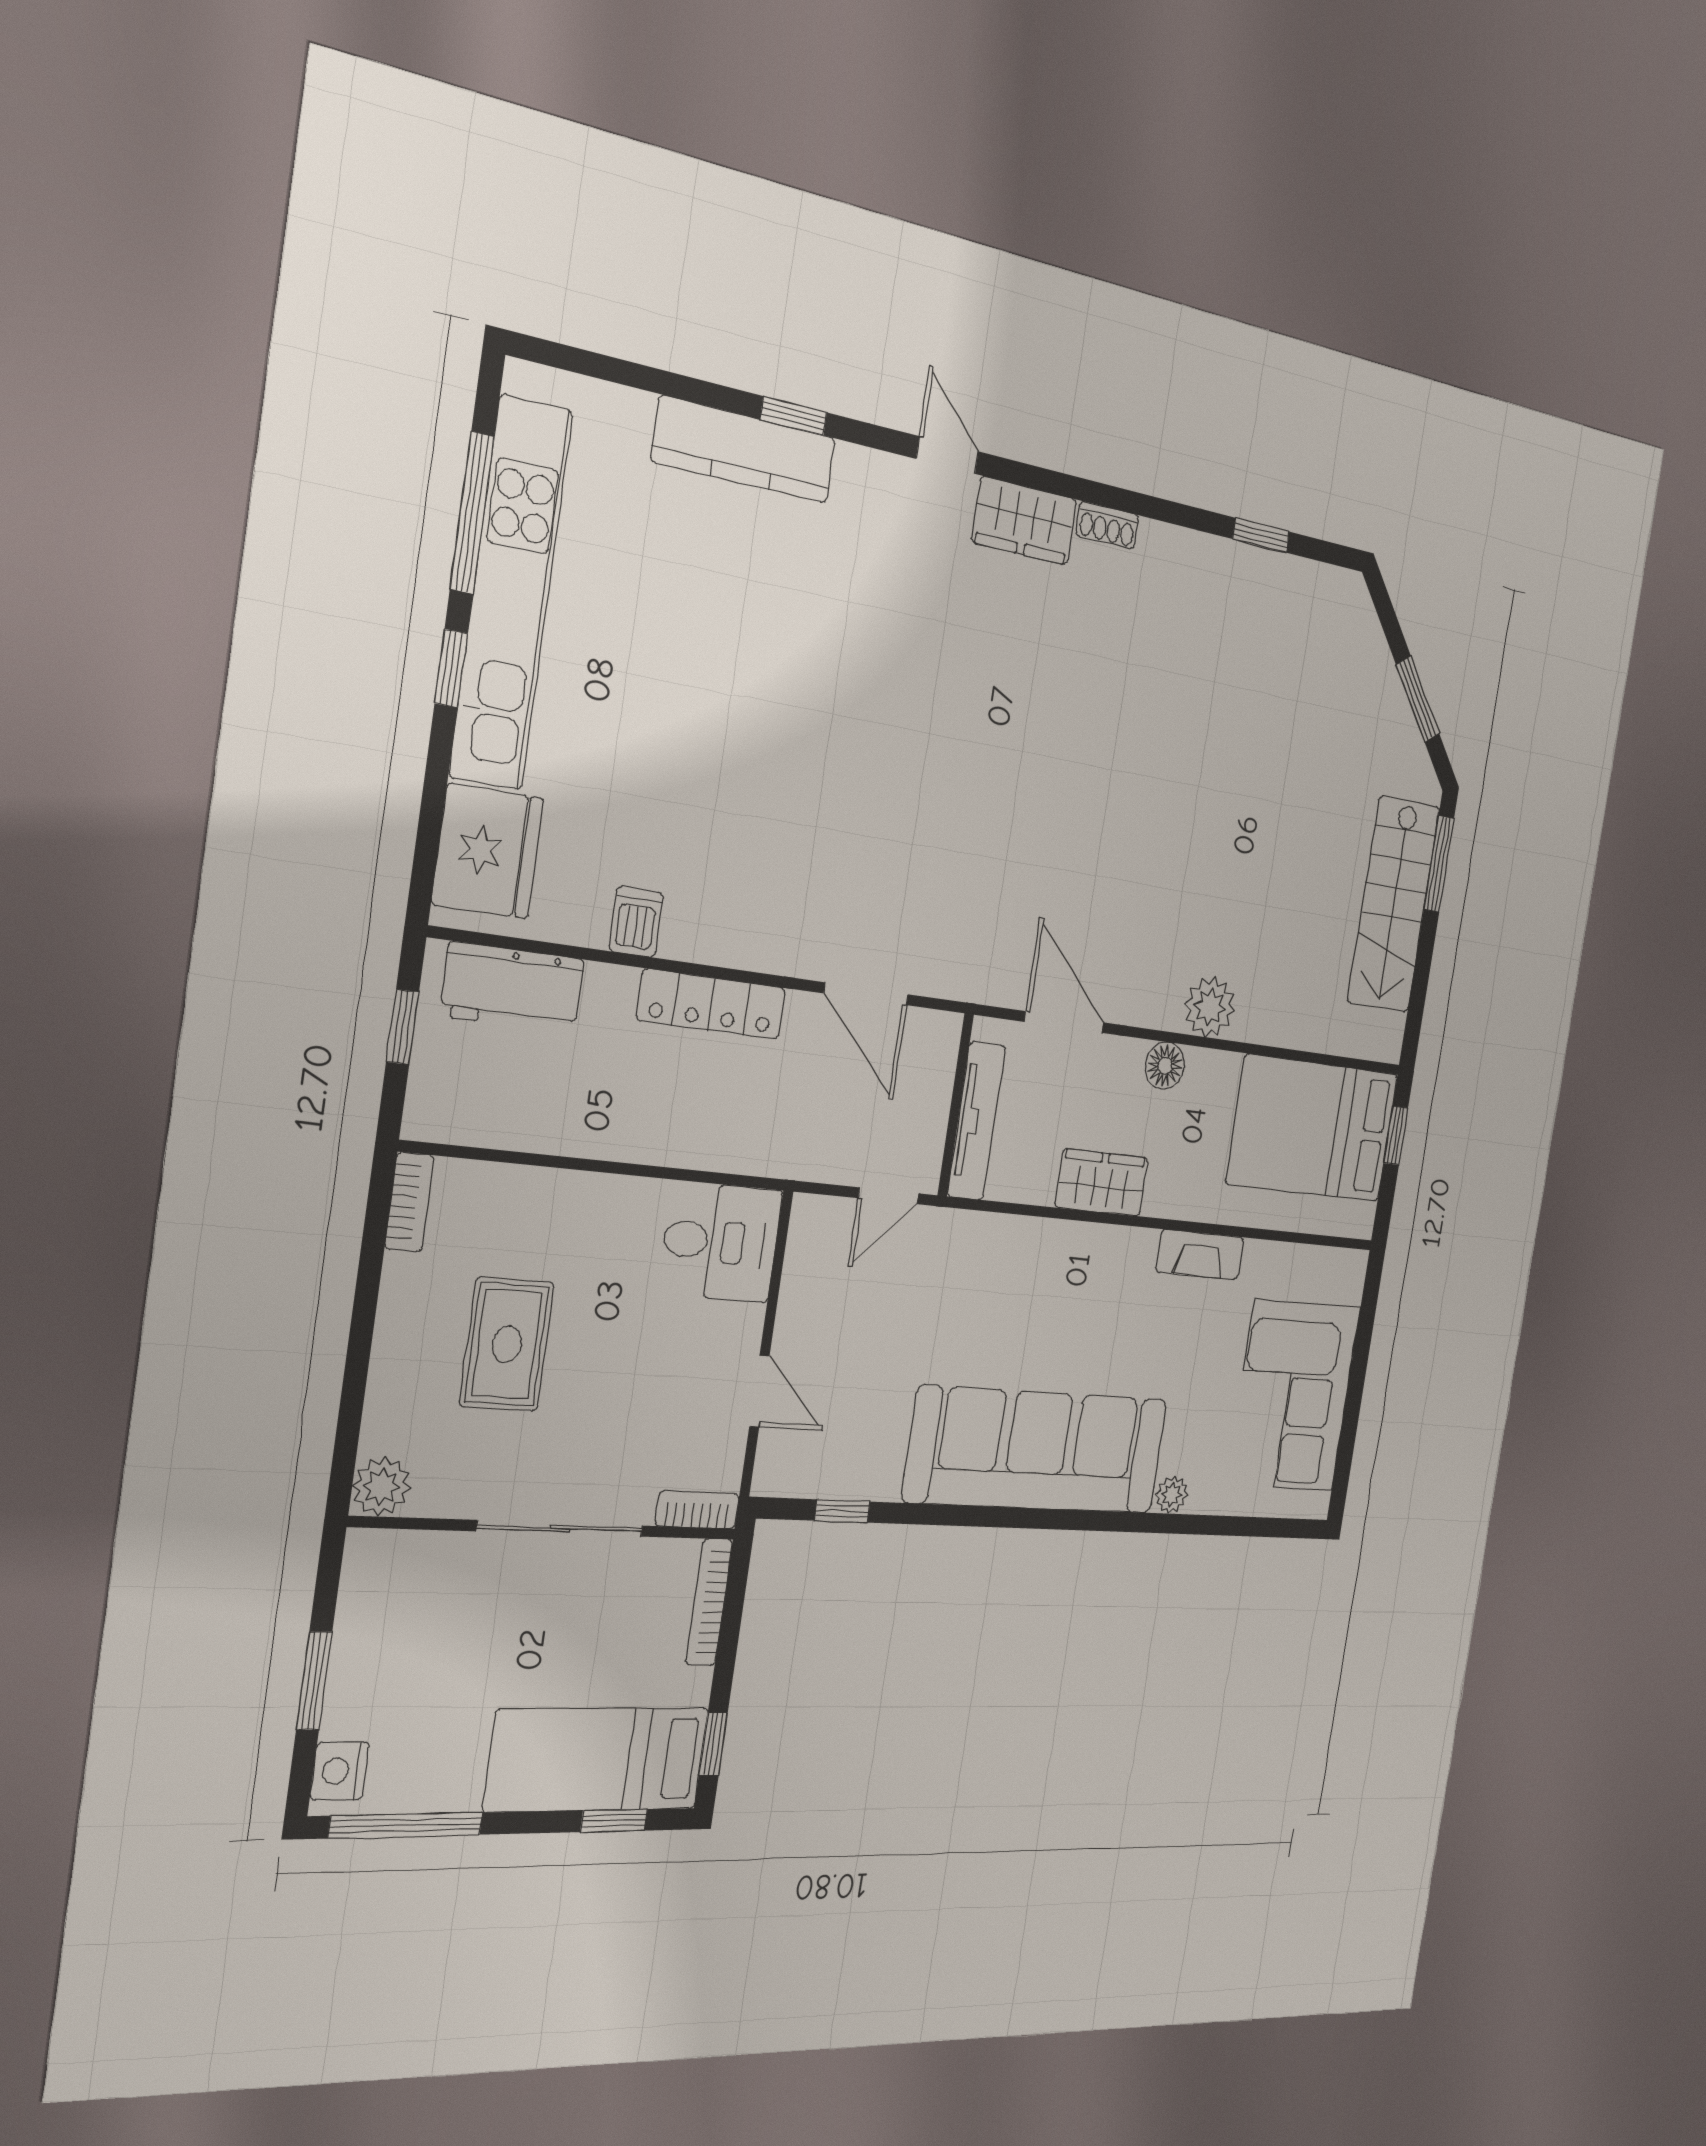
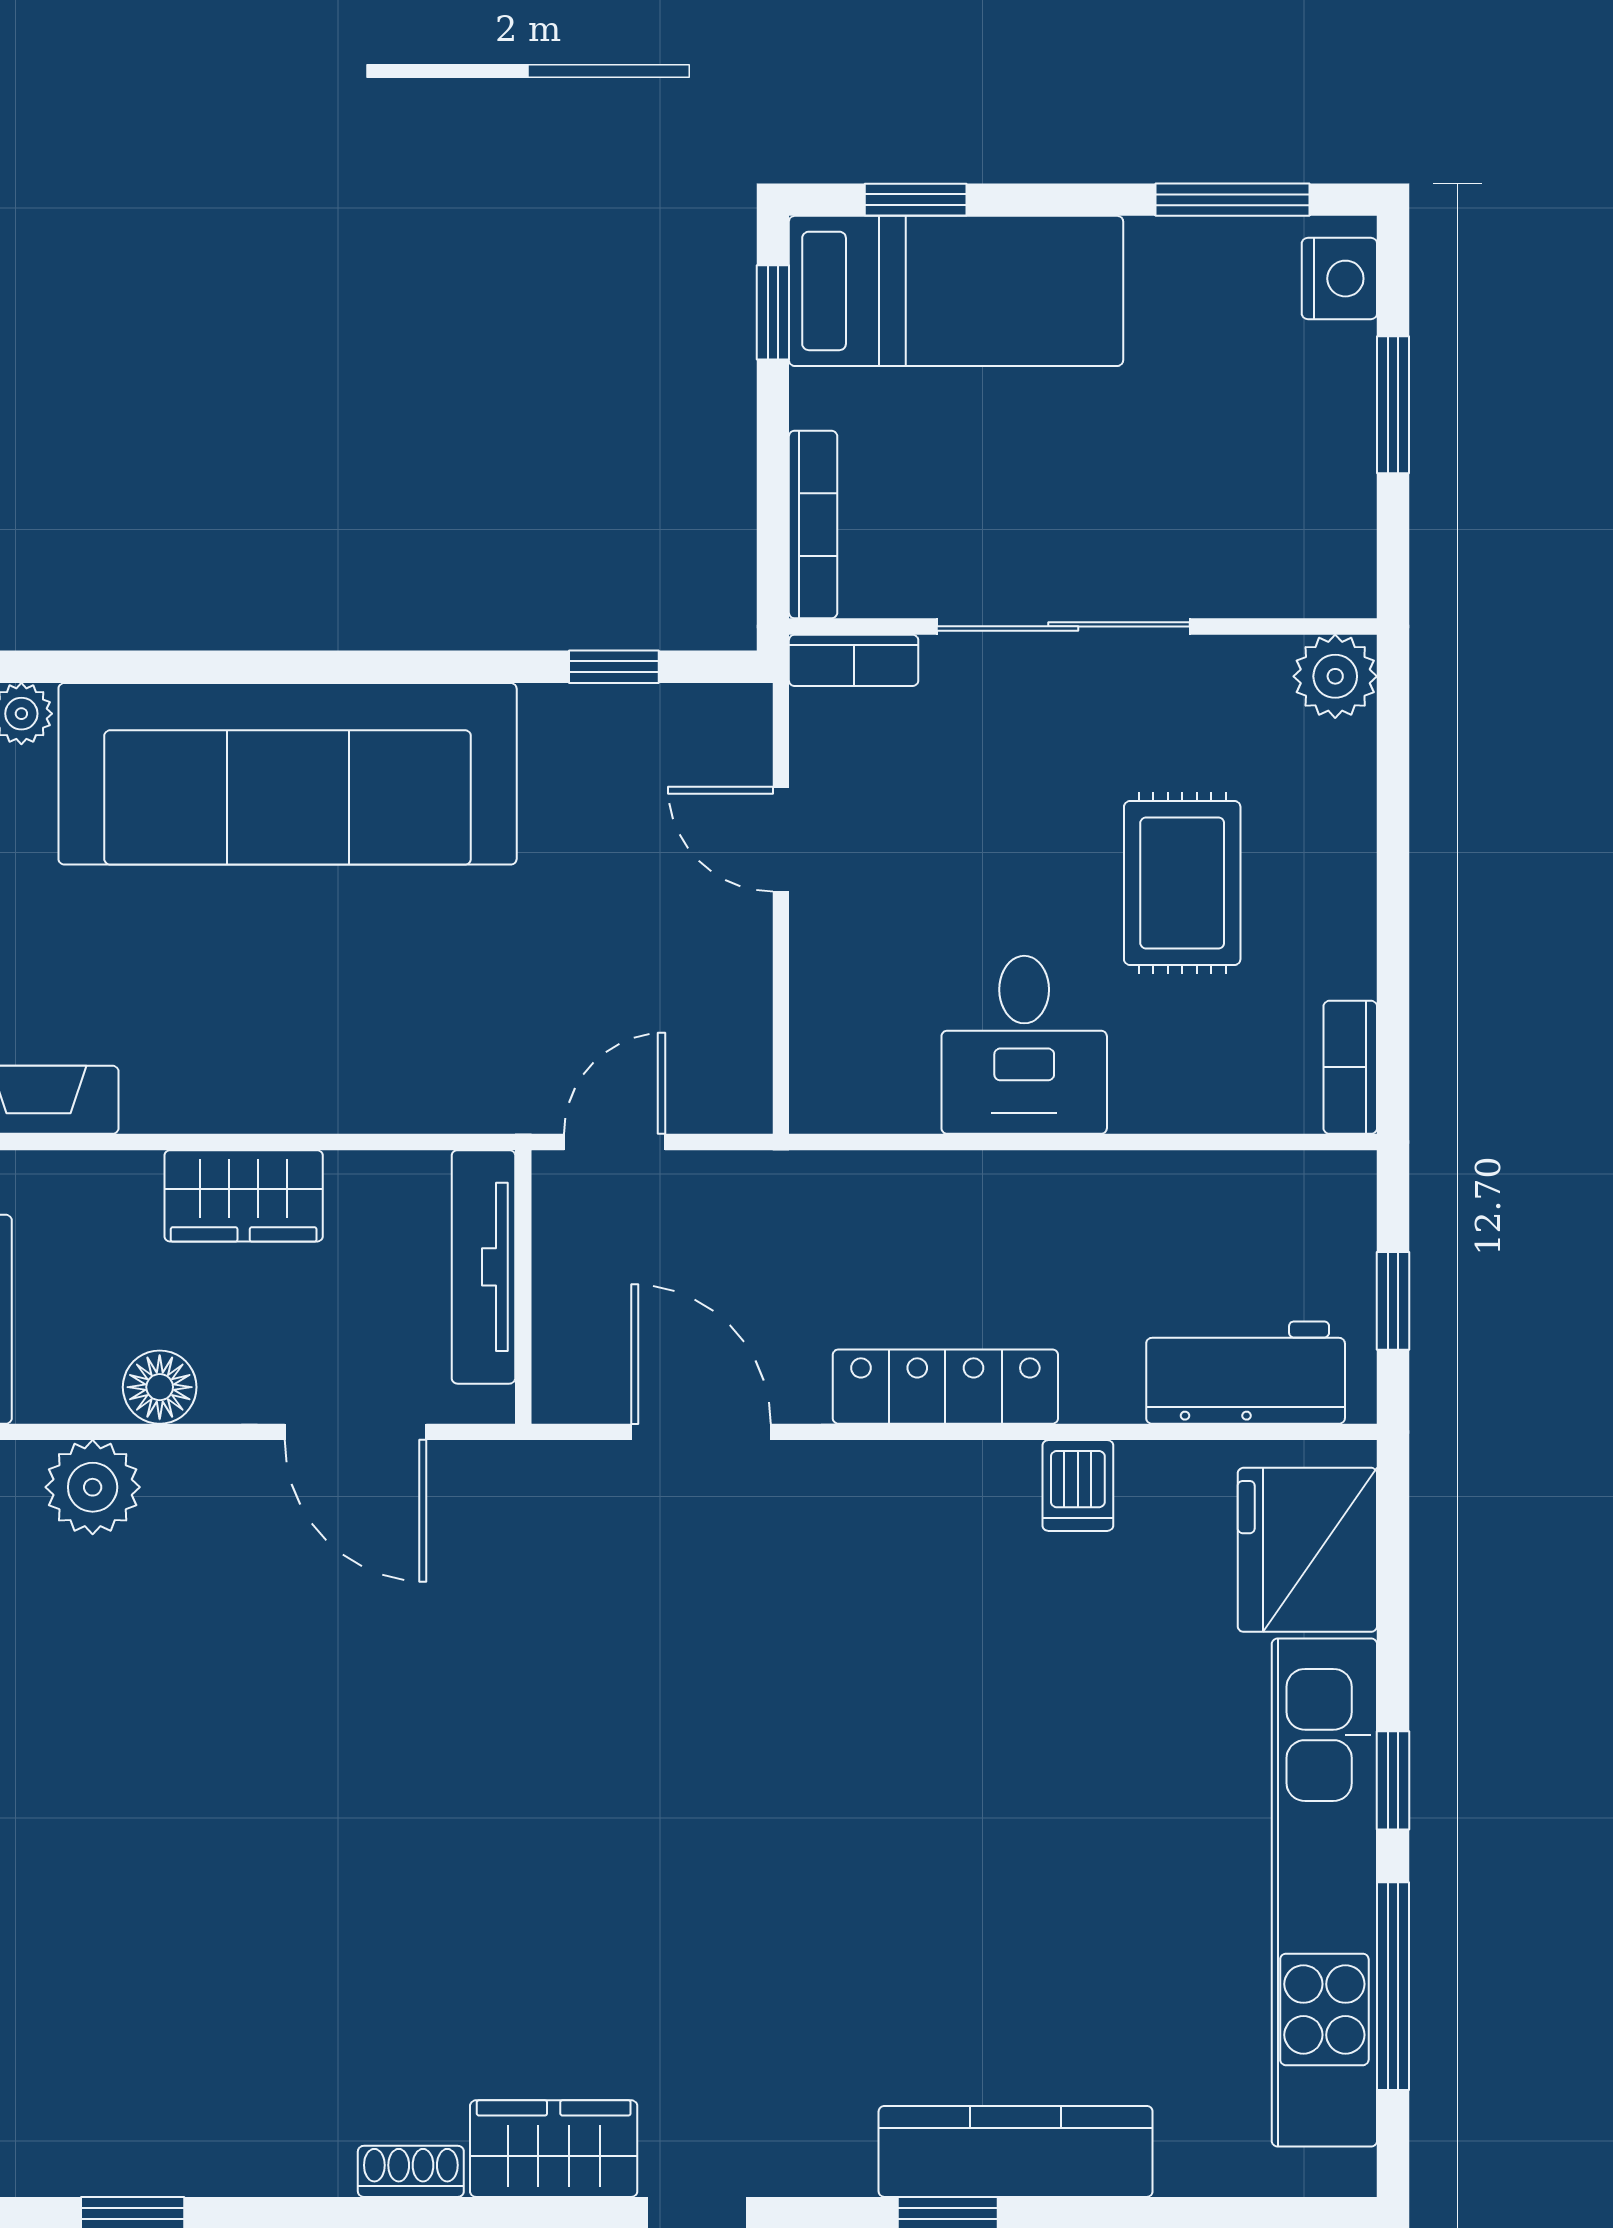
desk: (720, 1242) -> (1024, 1045), moved, turned -90
window: (406, 1825) -> (1232, 200), width x0.69

